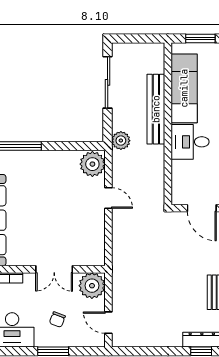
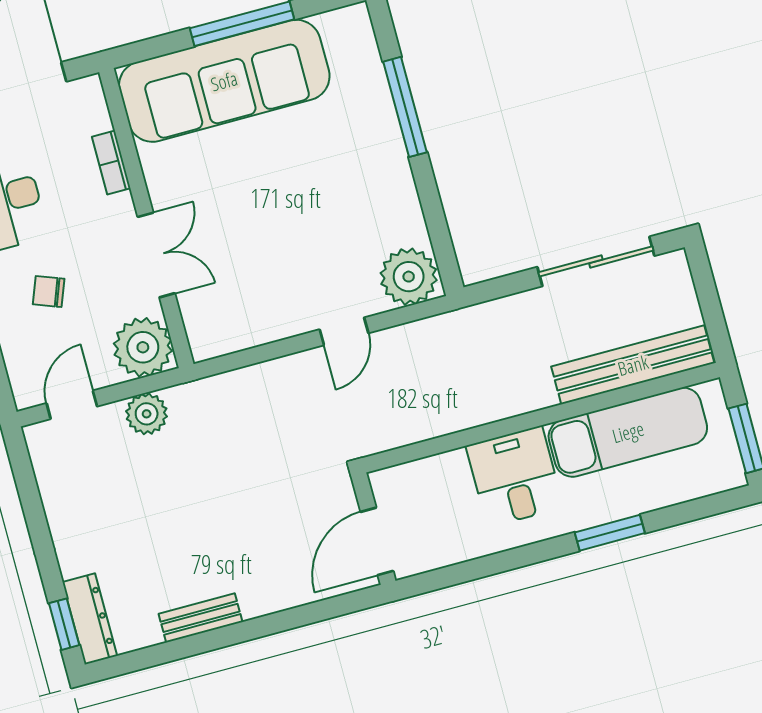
bench: (156, 109) -> (633, 365), moved
plant: (121, 141) -> (147, 414), moved
double door: (54, 269) -> (156, 255), swing flipped

